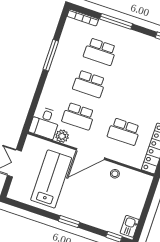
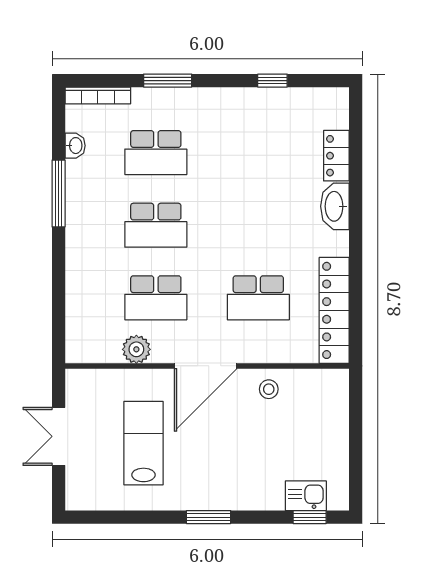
window: (116, 21) -> (168, 81), width x0.69
washbasin: (65, 36) -> (75, 146), added
desk: (45, 123) -> (93, 334), removed
lab bench: (51, 179) -> (143, 443), width x0.73, depth x0.72
kitchen sink: (130, 226) -> (306, 496), moved, turned 90

